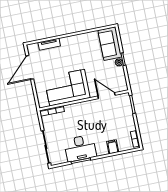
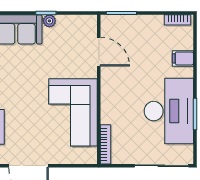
door: (107, 96) -> (99, 52), swing flipped
desk: (80, 148) -> (169, 111), width x1.36, depth x1.30

